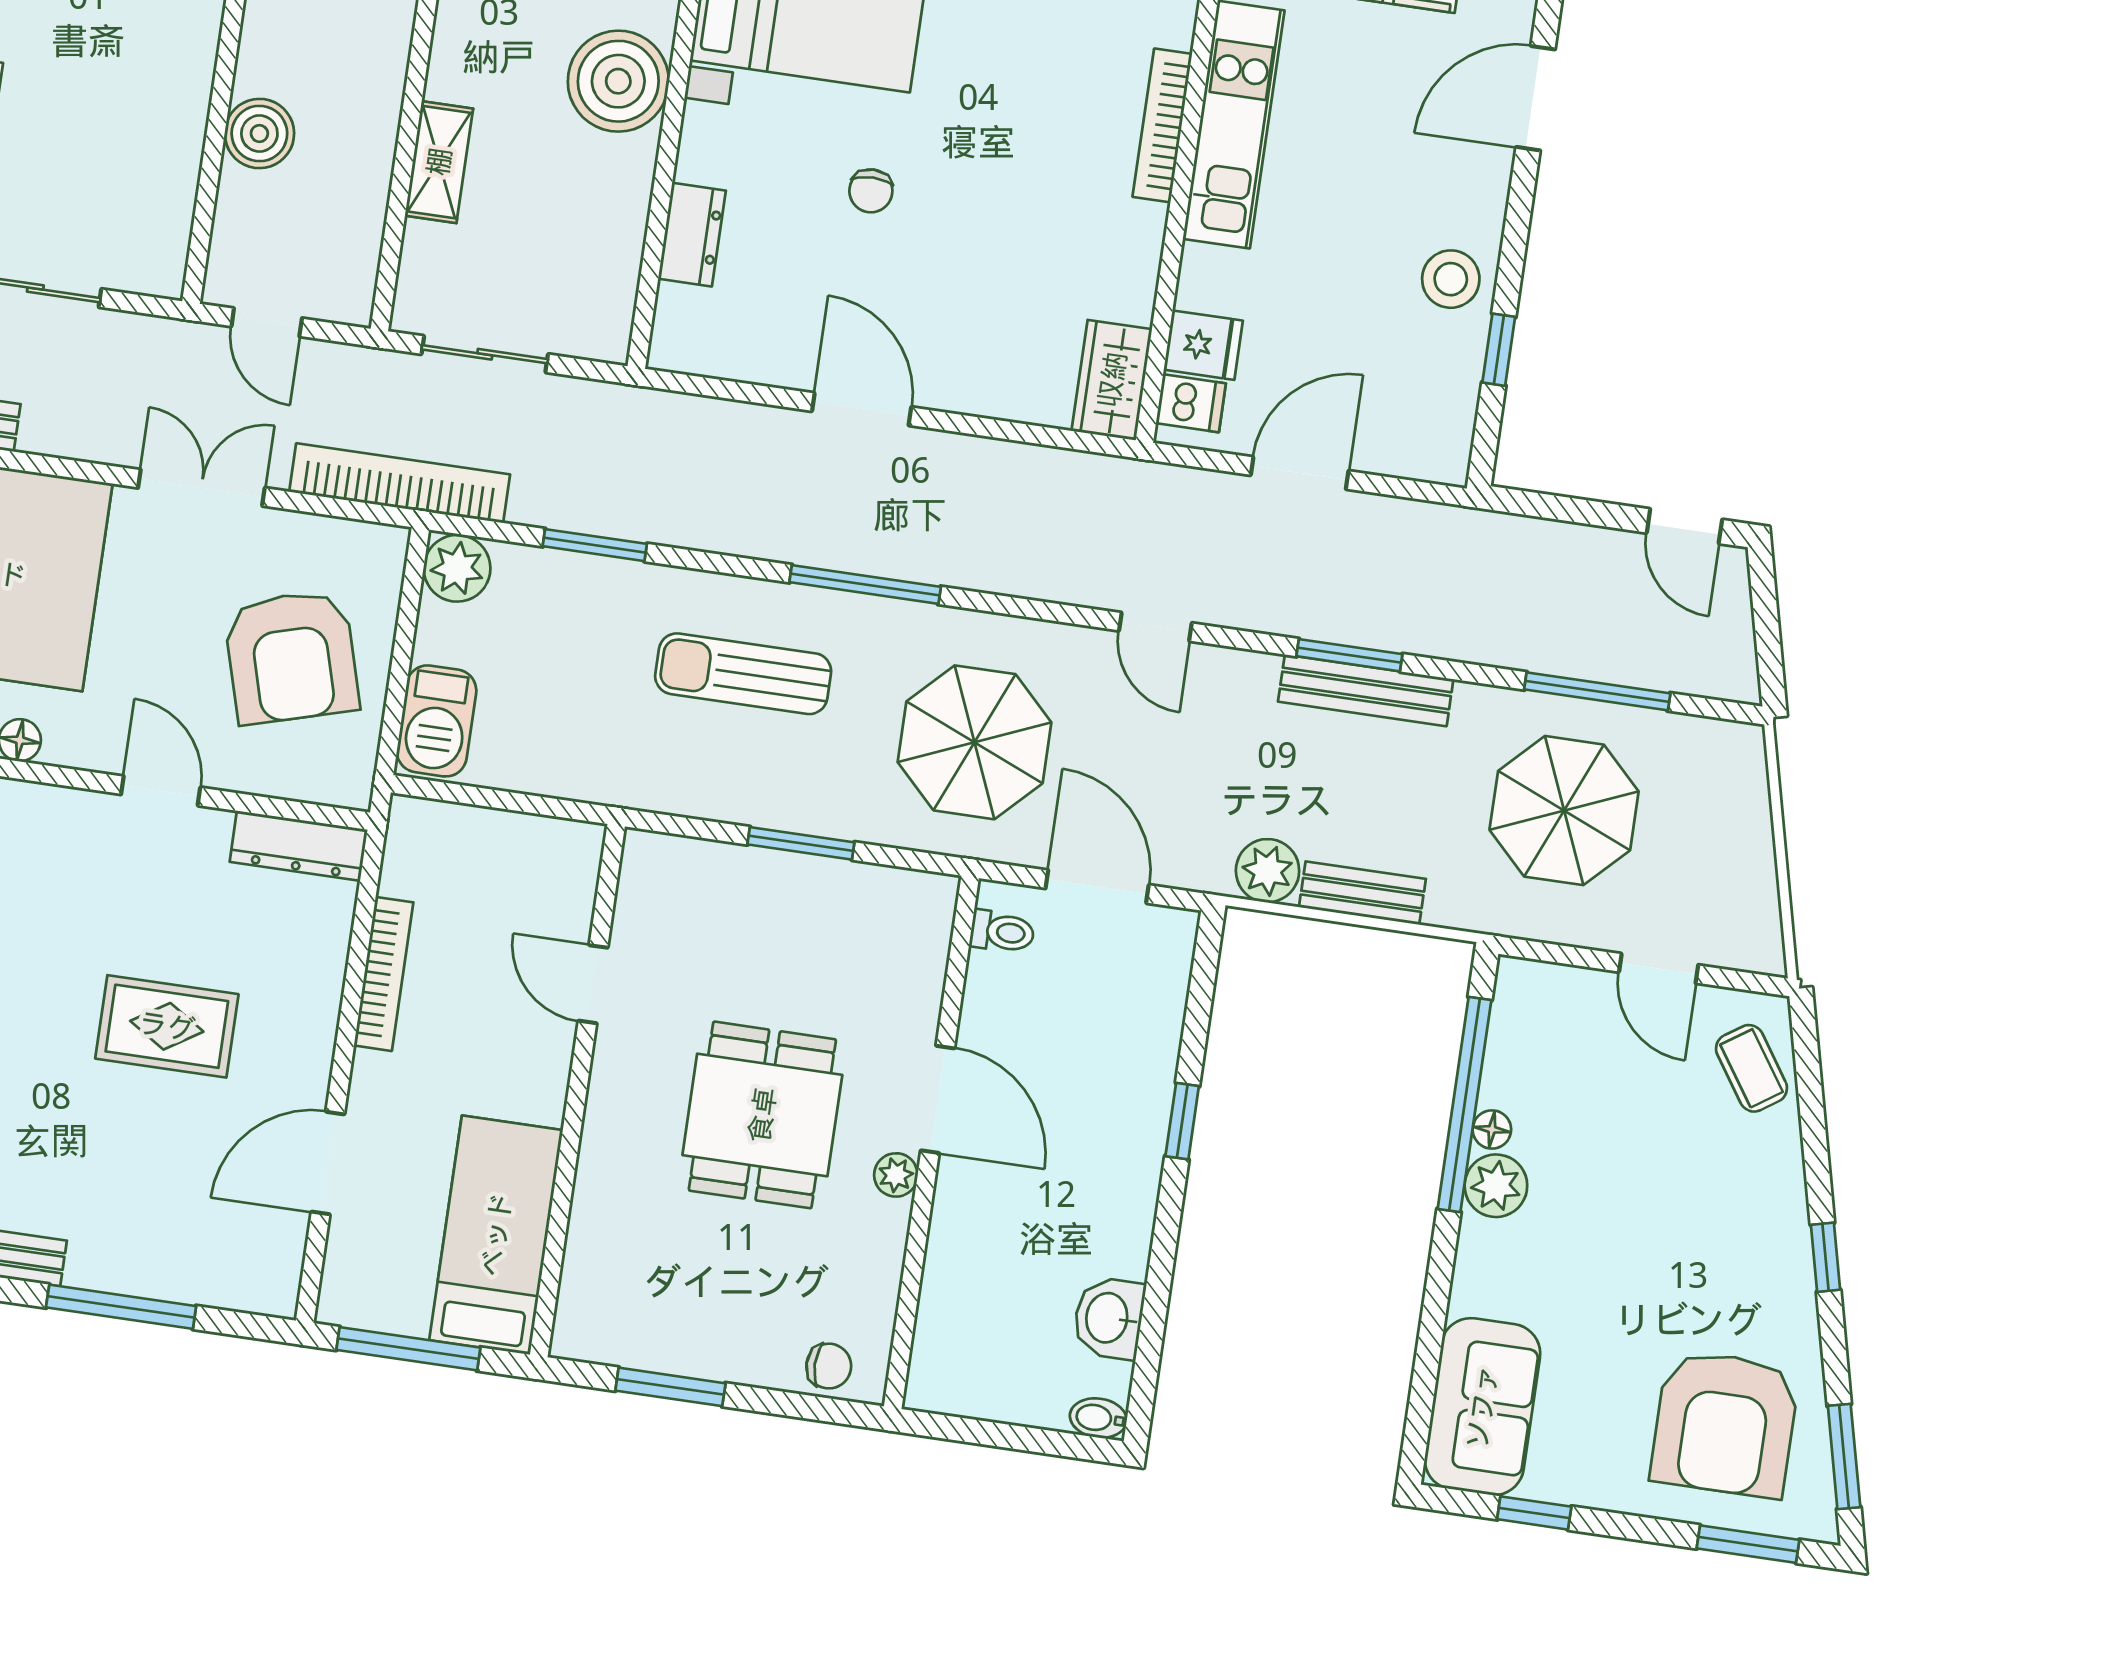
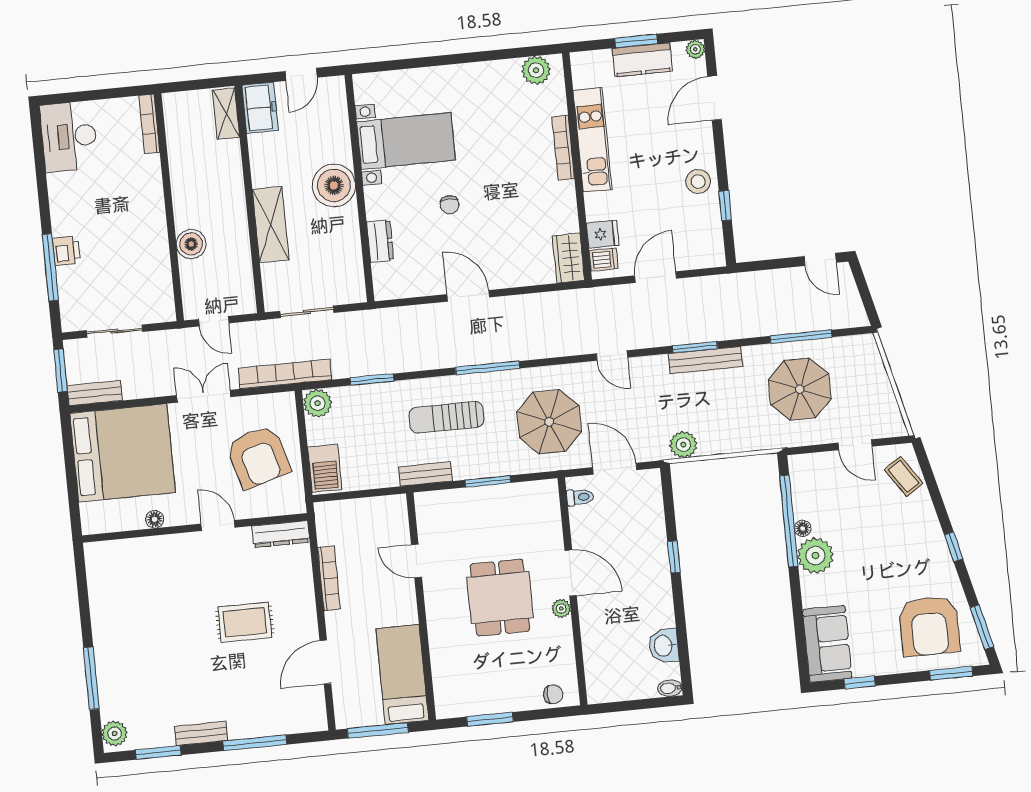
shelving: (439, 162) -> (271, 225), width x1.50, depth x1.33
bench: (1362, 893) -> (426, 474), moved
plant: (1496, 1186) -> (815, 556), width x1.36, depth x1.36

